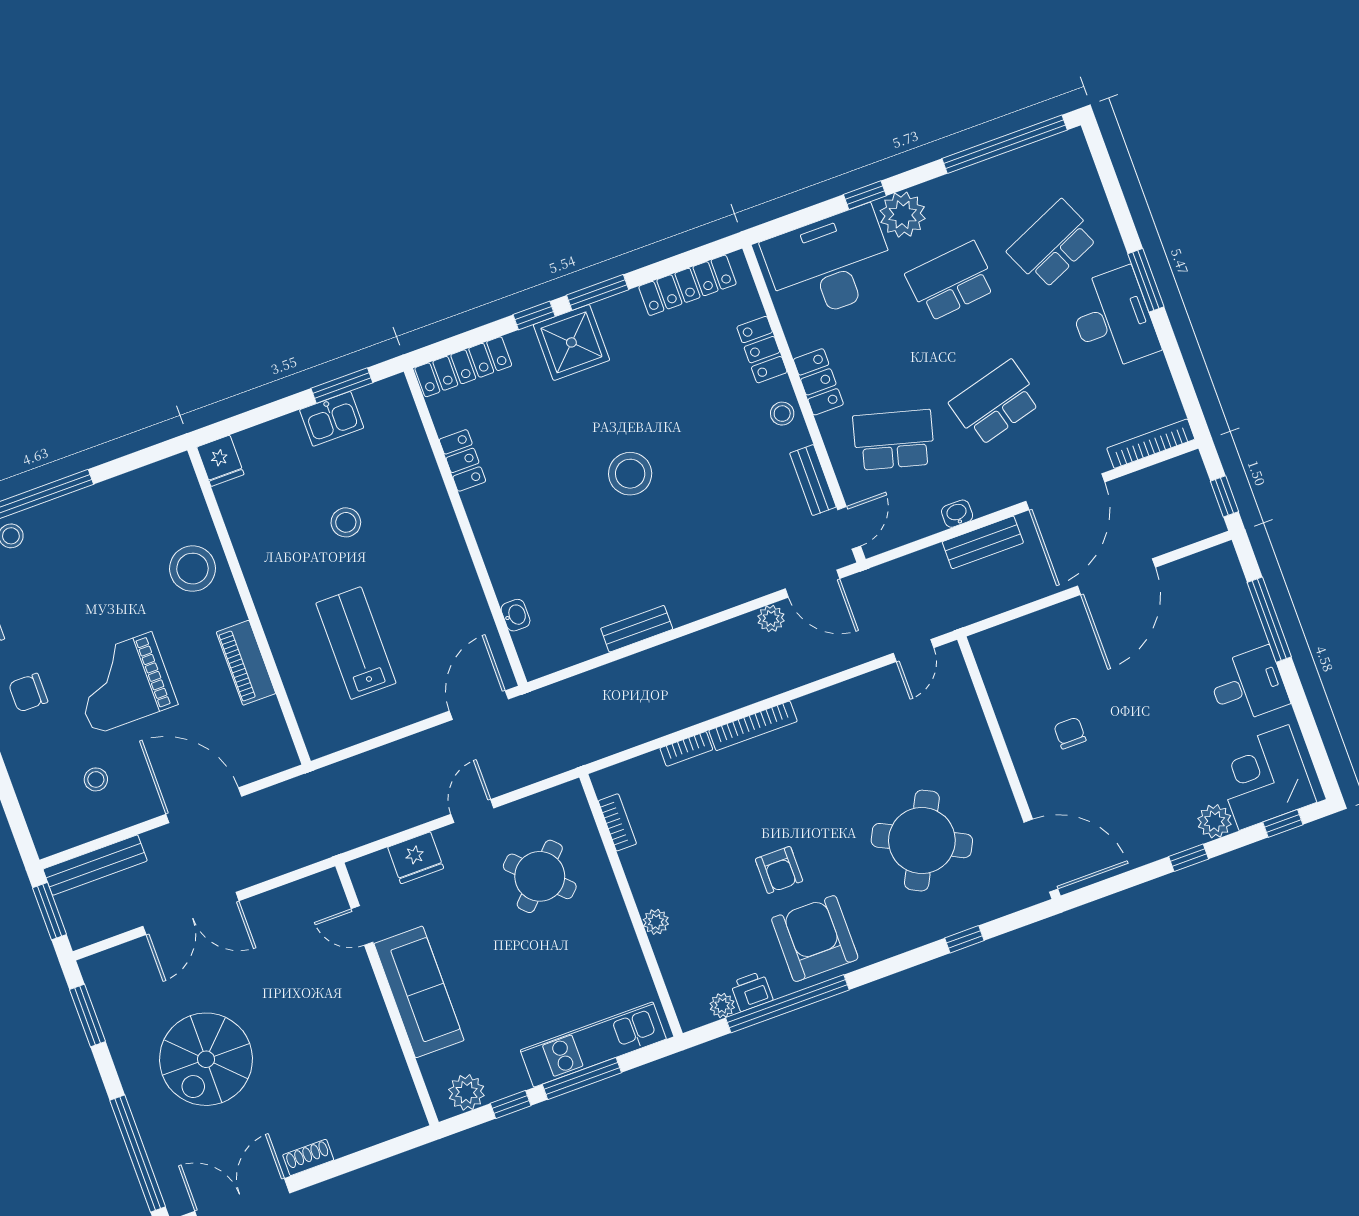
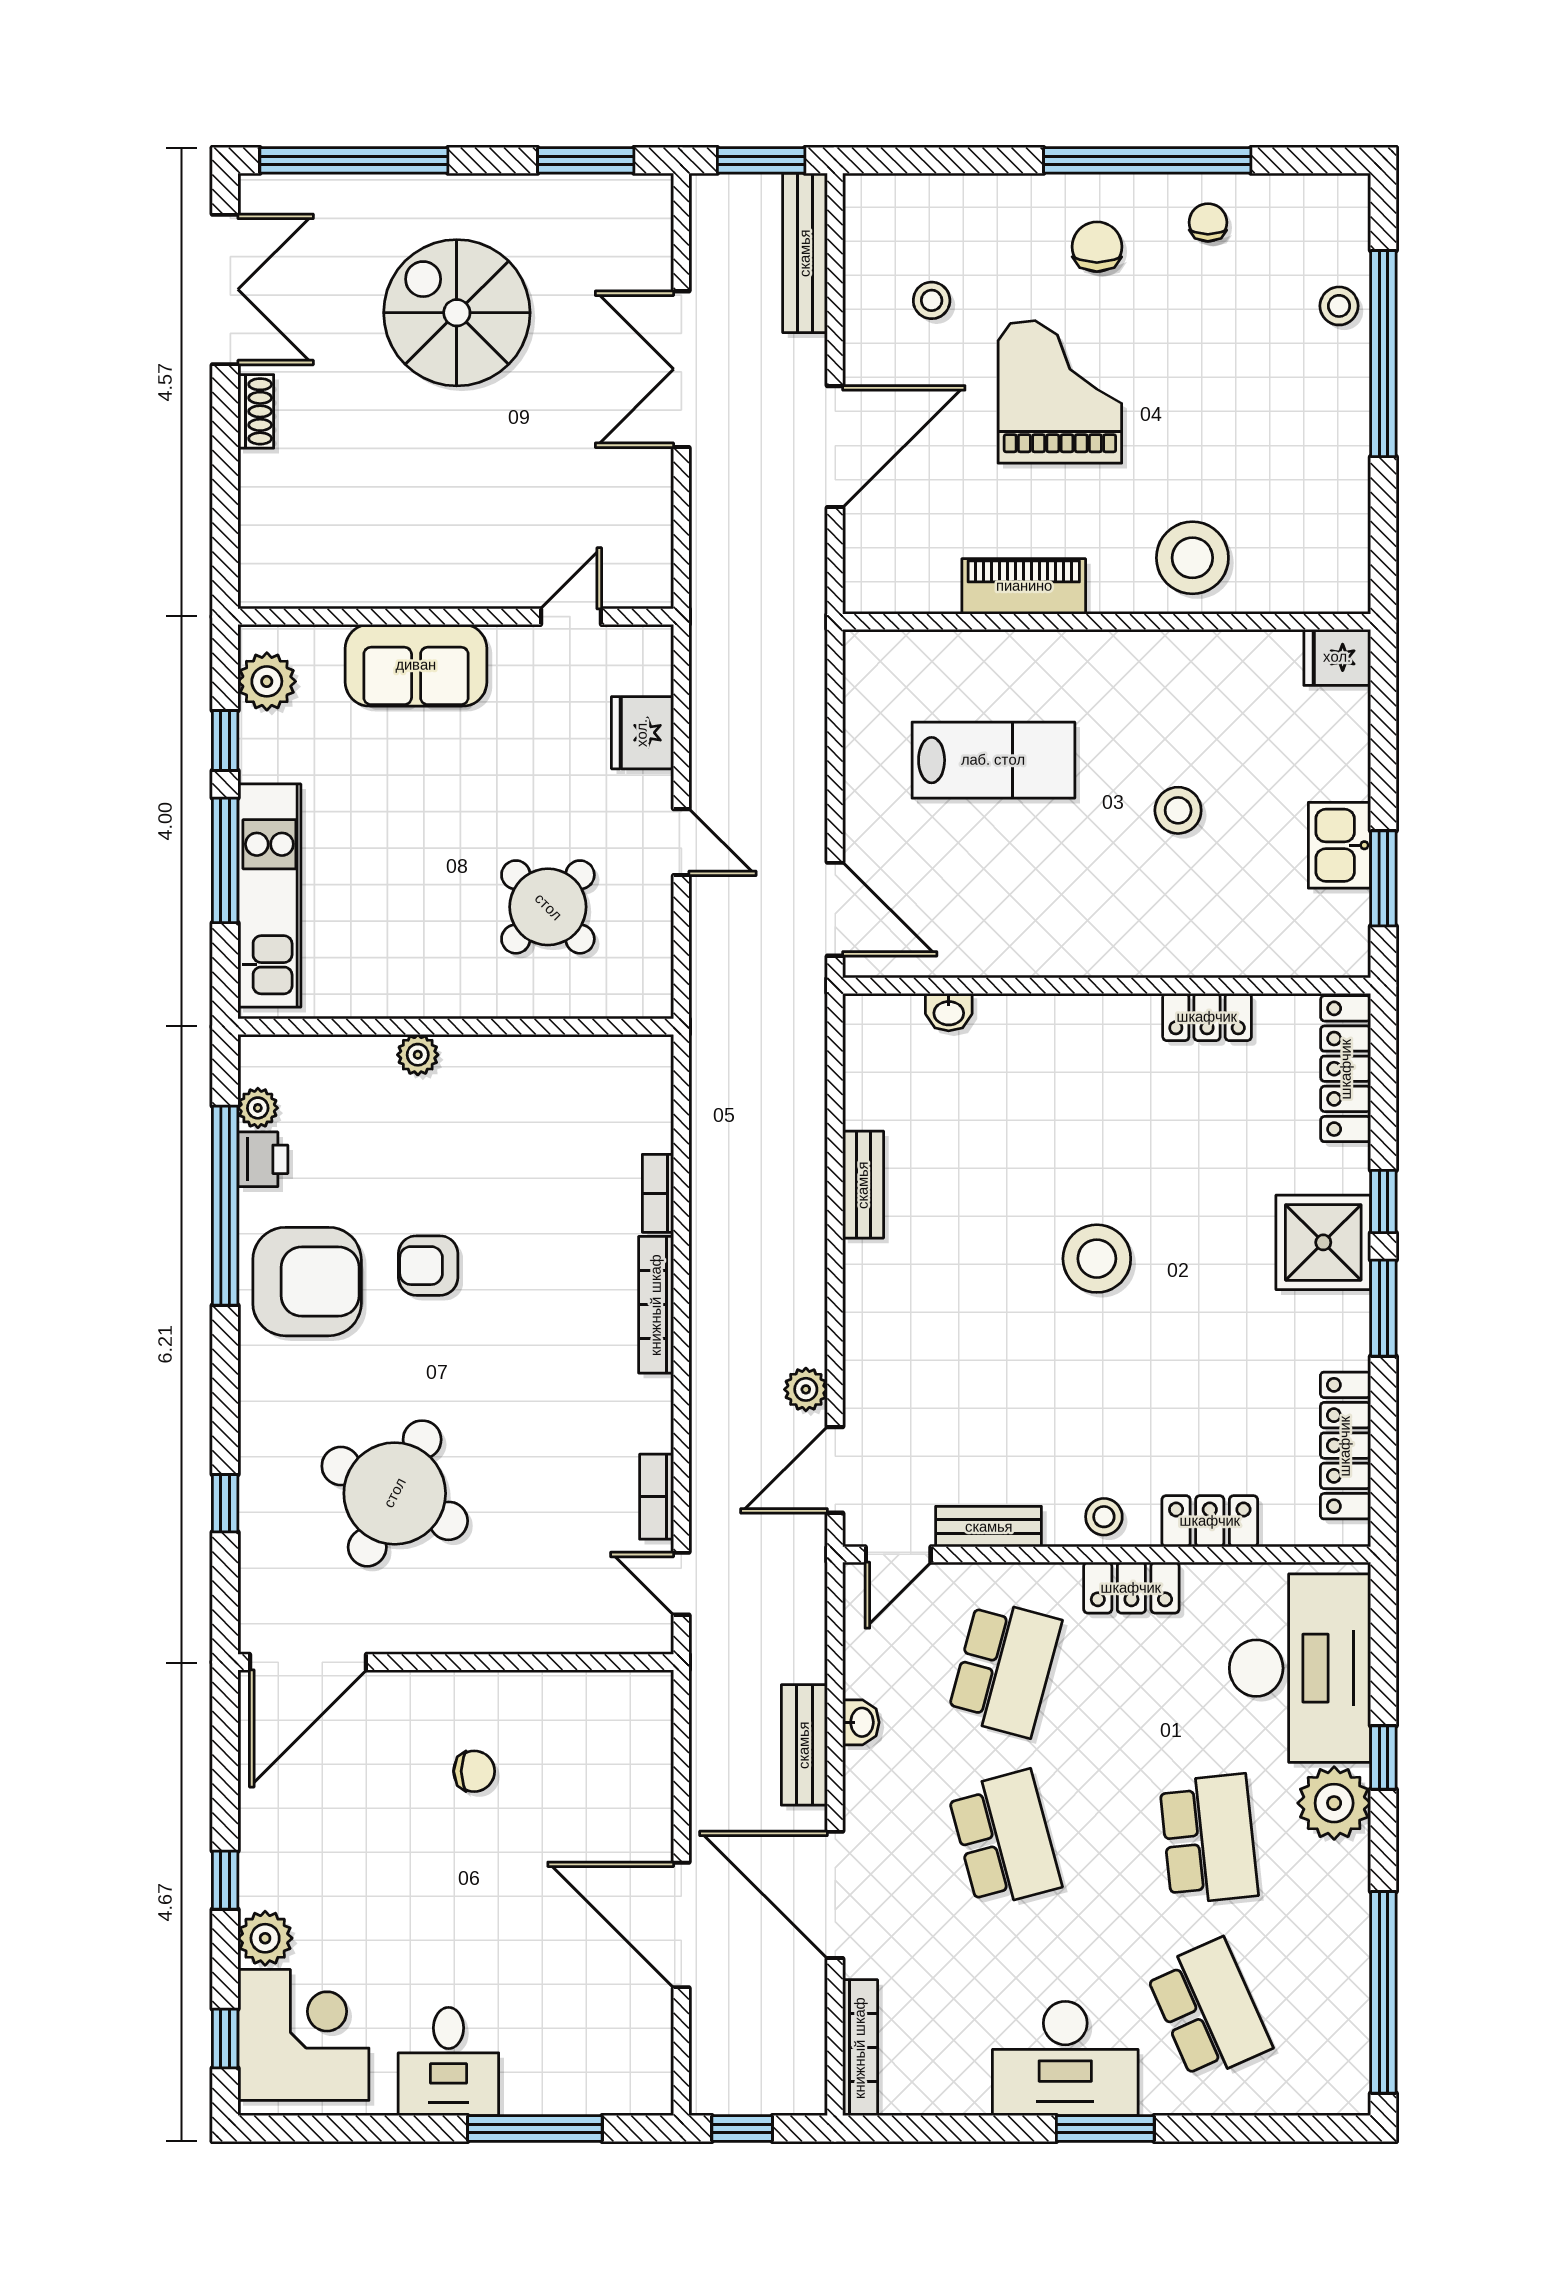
door: (849, 528) -> (898, 1554), hinge flipped
bookcase: (617, 822) -> (657, 1497), moved, turned 90
sofa: (419, 992) -> (416, 665), width x0.73

